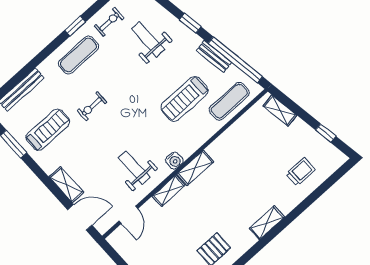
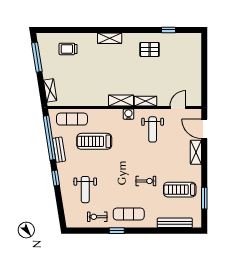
treadmill: (184, 99) -> (94, 141), turned 180
window: (326, 133) -> (37, 57), width x2.17

